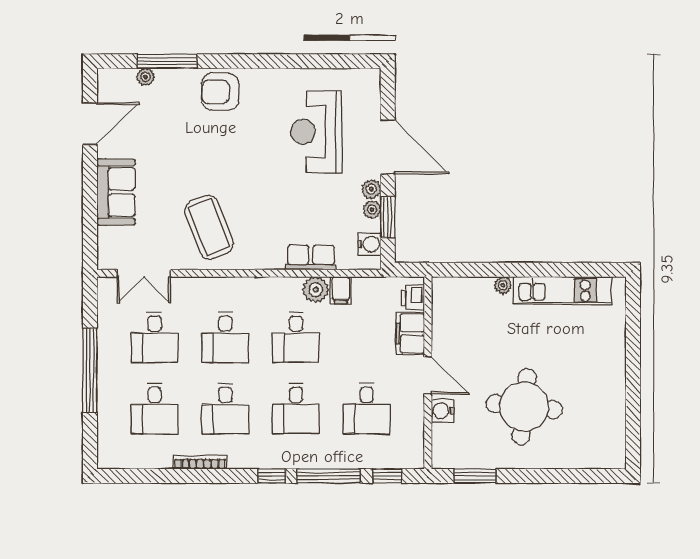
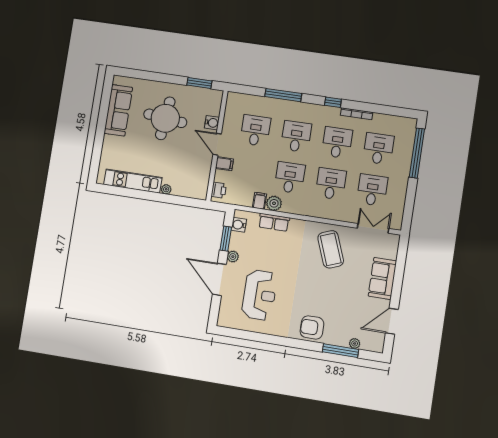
armchair: (220, 92) -> (312, 327), turned 180
plant: (372, 209) -> (234, 245), removed
filing cabinet: (410, 333) -> (224, 164), width x0.50
window: (90, 370) -> (417, 153), moved
sofa: (608, 408) -> (118, 110), added
window: (272, 476) -> (333, 102), moved
window: (387, 476) -> (250, 90), removed

